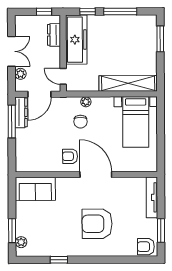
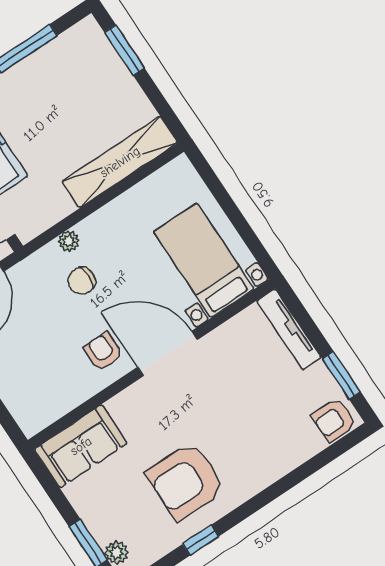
chair: (80, 122) -> (82, 281), turned 90
bed with nightstands: (136, 122) -> (204, 260), moved, turned 180
armchair: (70, 156) -> (103, 352), turned 90
armchair: (97, 224) -> (186, 481), moved

